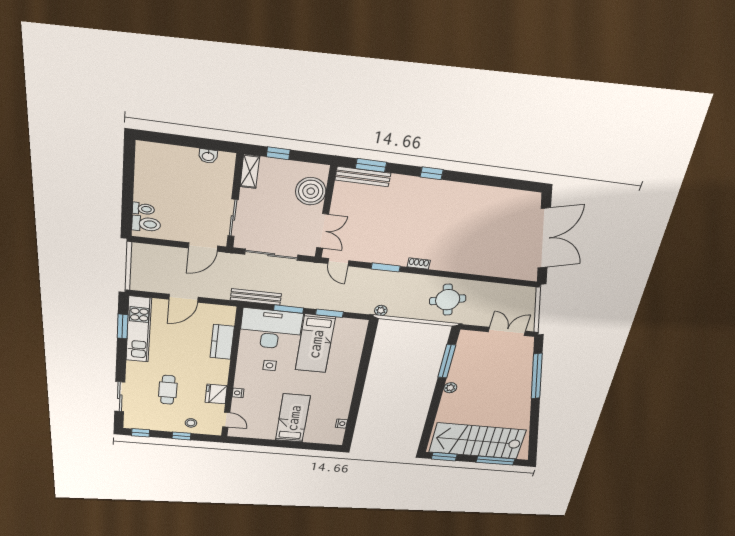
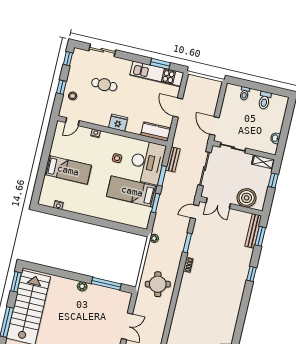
toilet: (146, 224) -> (264, 100), moved
bench: (256, 297) -> (173, 159), width x0.73
kitchen counter: (222, 342) -> (156, 132), moved
fridge: (216, 394) -> (118, 123), moved

